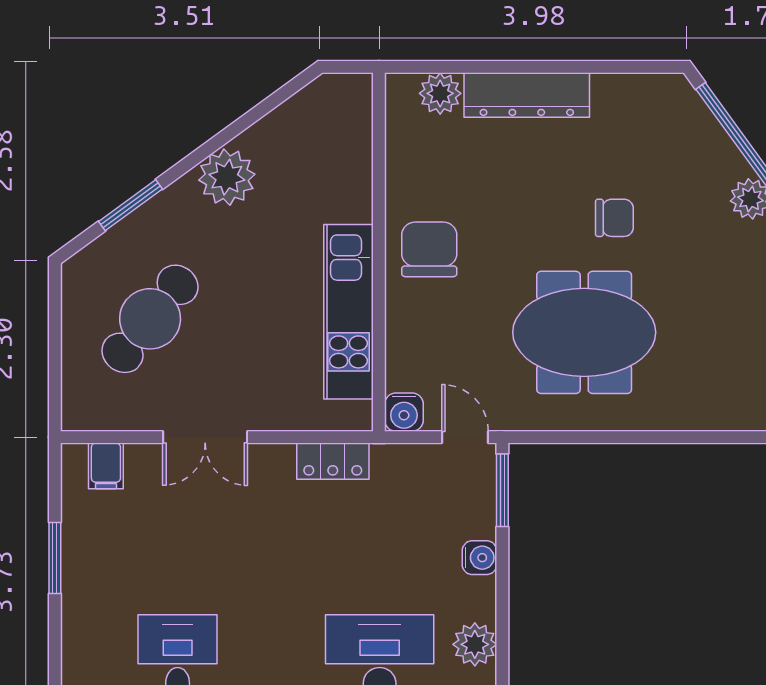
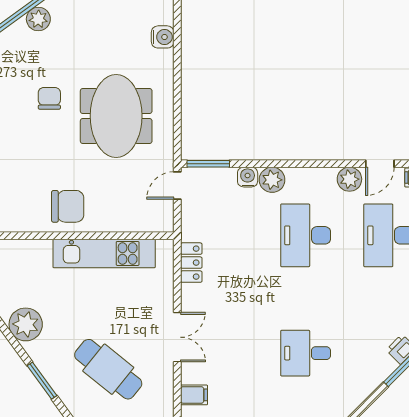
chair: (429, 249) -> (68, 206), turned 180
water cooler: (404, 412) -> (163, 37), moved
plant: (475, 644) -> (272, 180), moved

